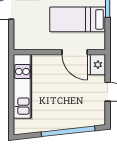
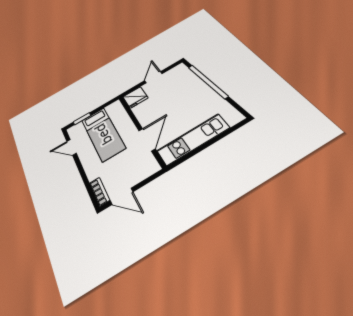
door: (75, 52) -> (147, 140), moved

